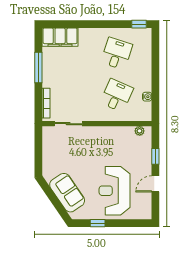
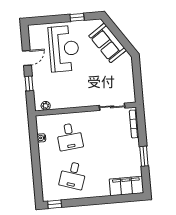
window: (38, 68) -> (144, 156), width x0.69
desk: (117, 95) -> (70, 137), turned -30

